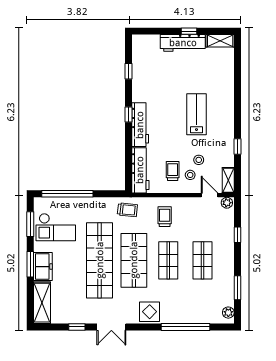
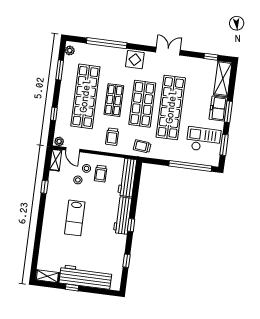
workbench: (183, 43) -> (86, 277), width x1.36, depth x1.32
shop shelf: (203, 260) -> (85, 96), width x2.00, depth x1.36
window: (77, 327) -> (211, 57), moved

